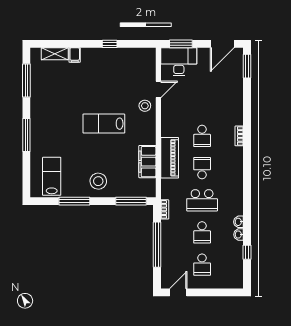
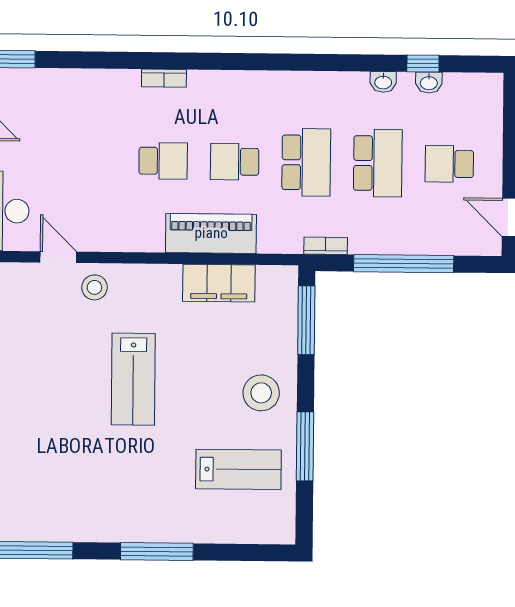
lab bench: (52, 176) -> (238, 469), moved, turned 180
washbasin: (238, 222) -> (429, 83), moved
school desk: (202, 232) -> (378, 163), width x1.85
school desk: (202, 265) -> (449, 164), turned 180

